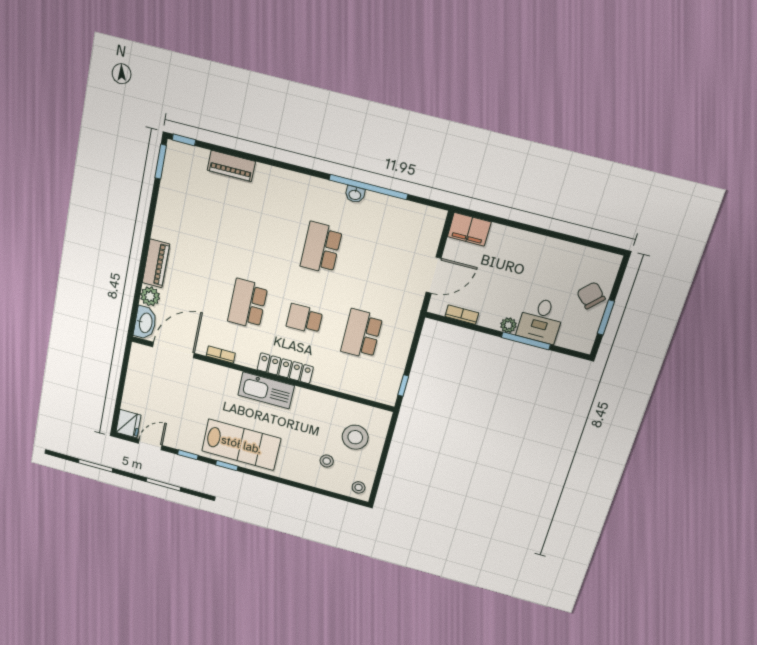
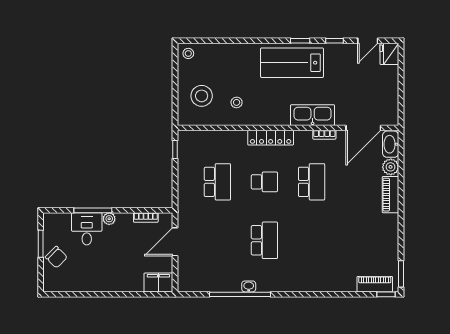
piano: (231, 166) -> (375, 284), moved
kitchen sink: (266, 390) -> (313, 115), moved
stool: (327, 461) -> (237, 102), moved

